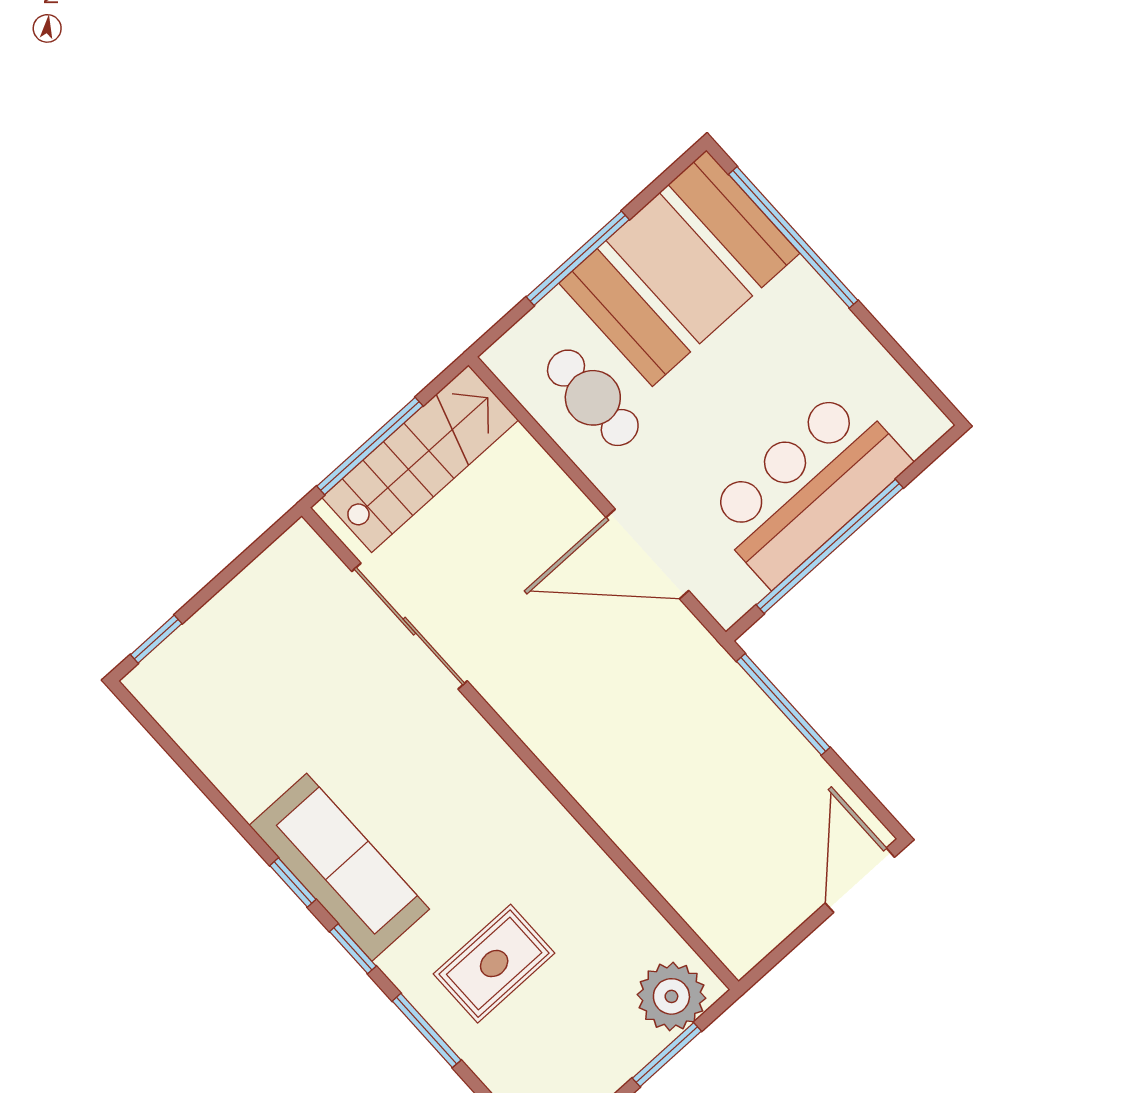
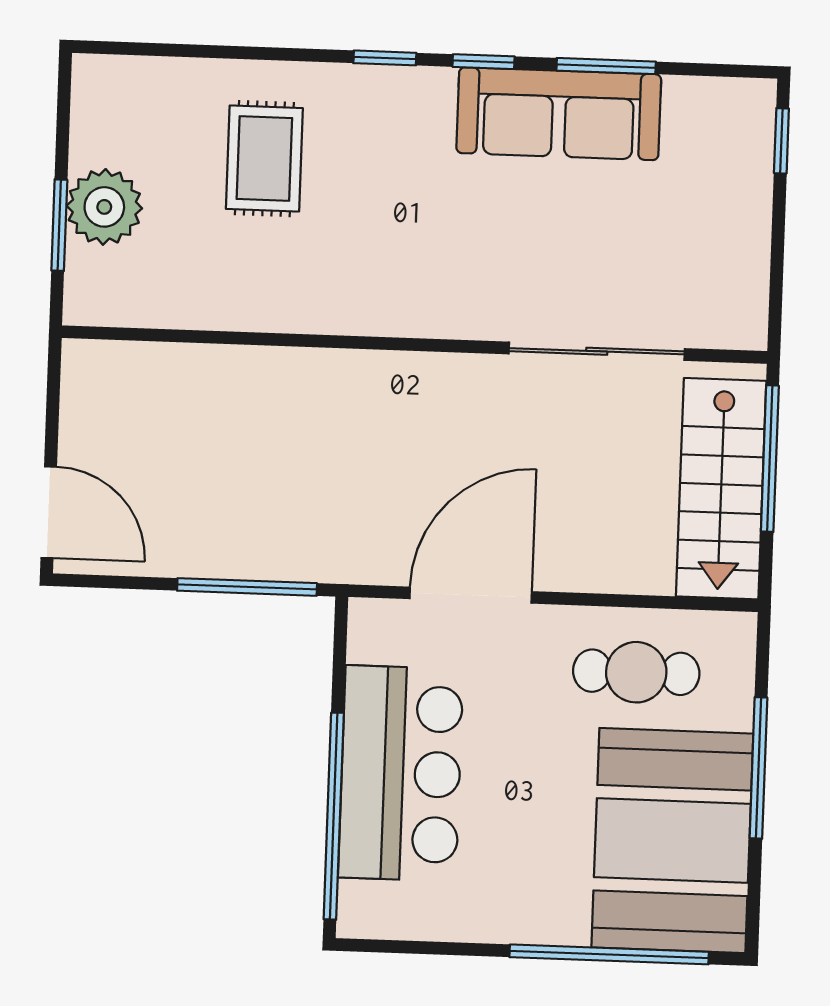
window: (830, 546) -> (334, 816), moved
sofa: (339, 867) -> (559, 114), moved
plant: (671, 996) -> (104, 207), moved
window: (427, 1031) -> (606, 66), moved

